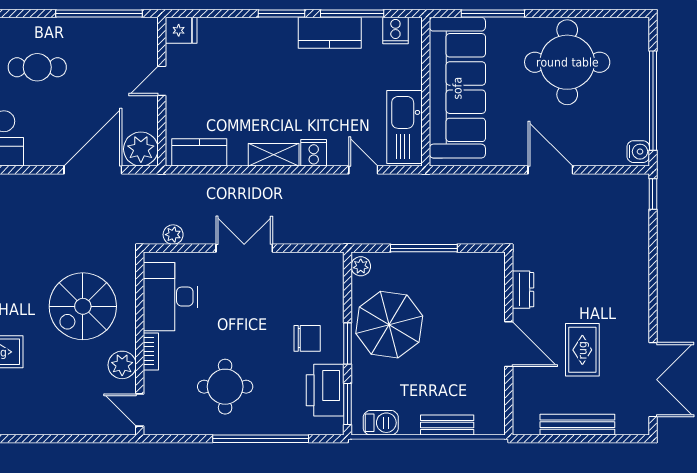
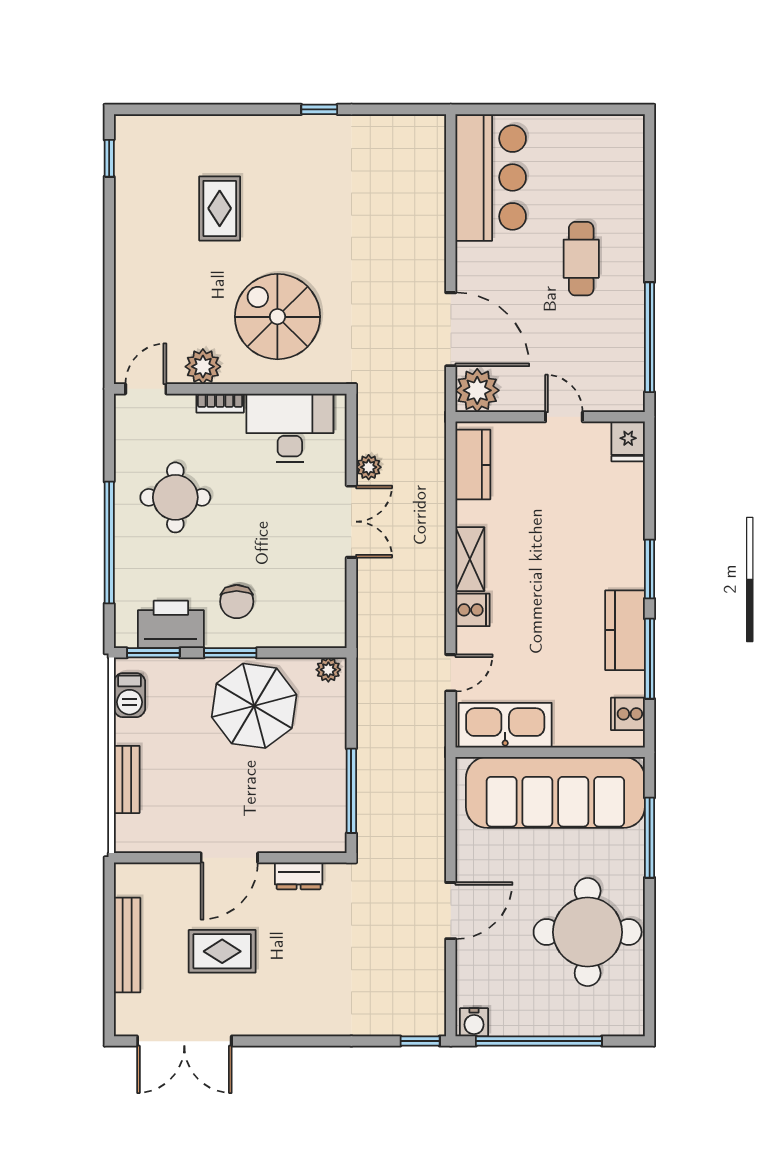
plant: (173, 235) -> (369, 467), moved
window: (424, 248) -> (351, 791), moved

